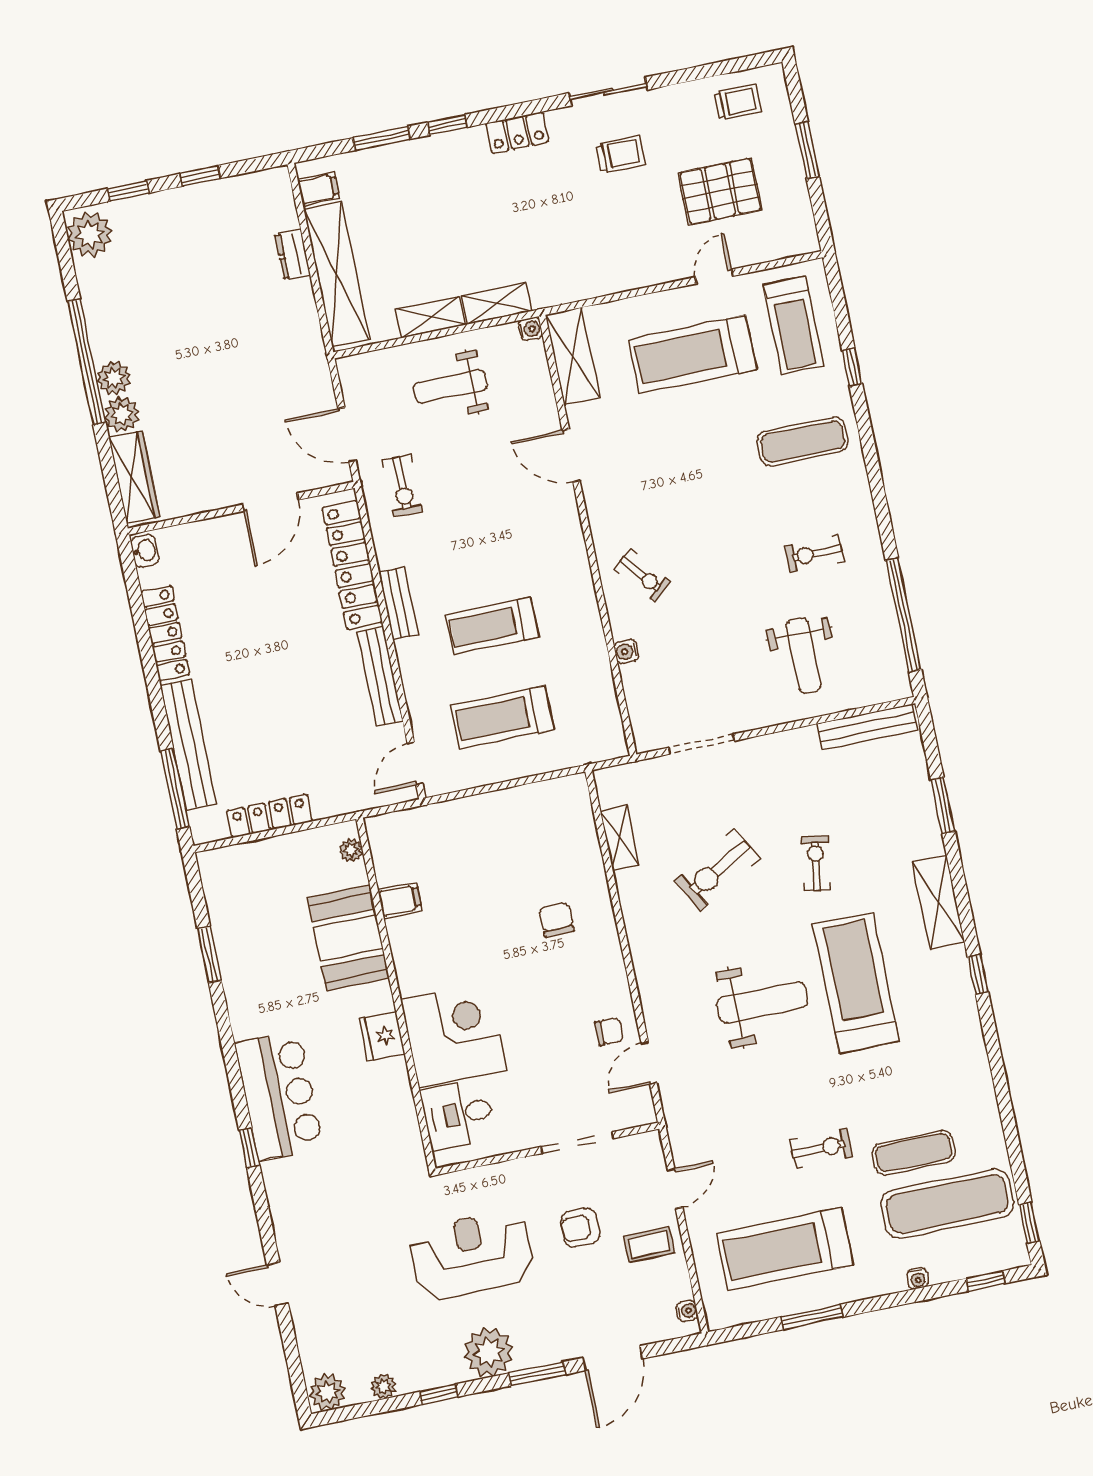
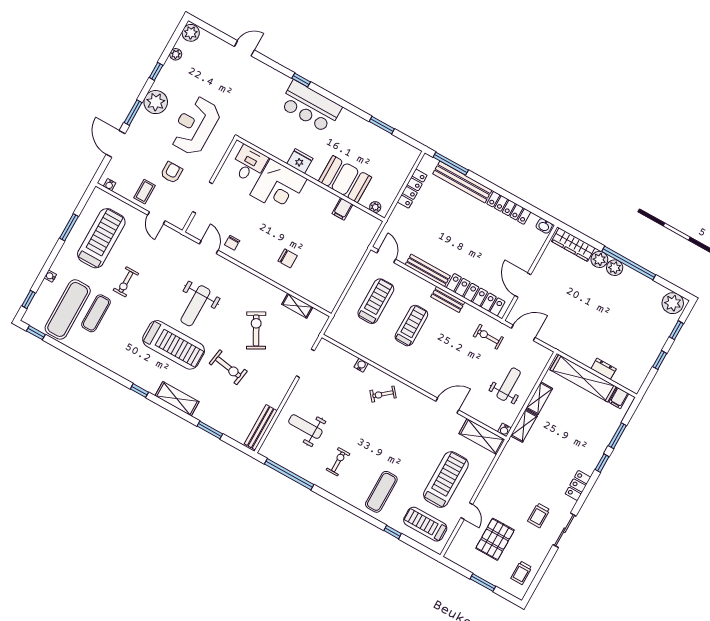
exercise bike: (816, 863) -> (228, 367), width x1.38, depth x1.39
reception desk: (472, 1255) -> (195, 126), turned 180

